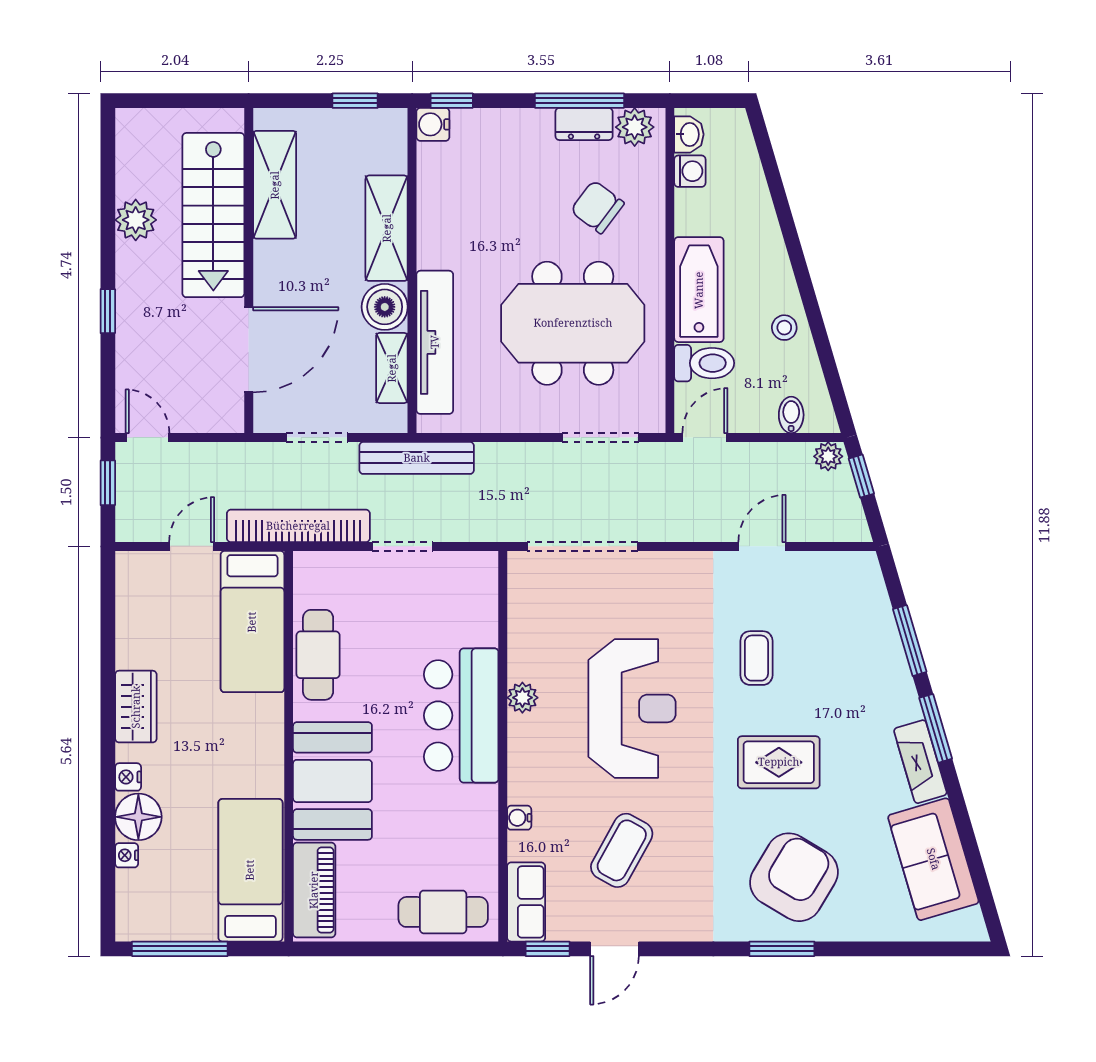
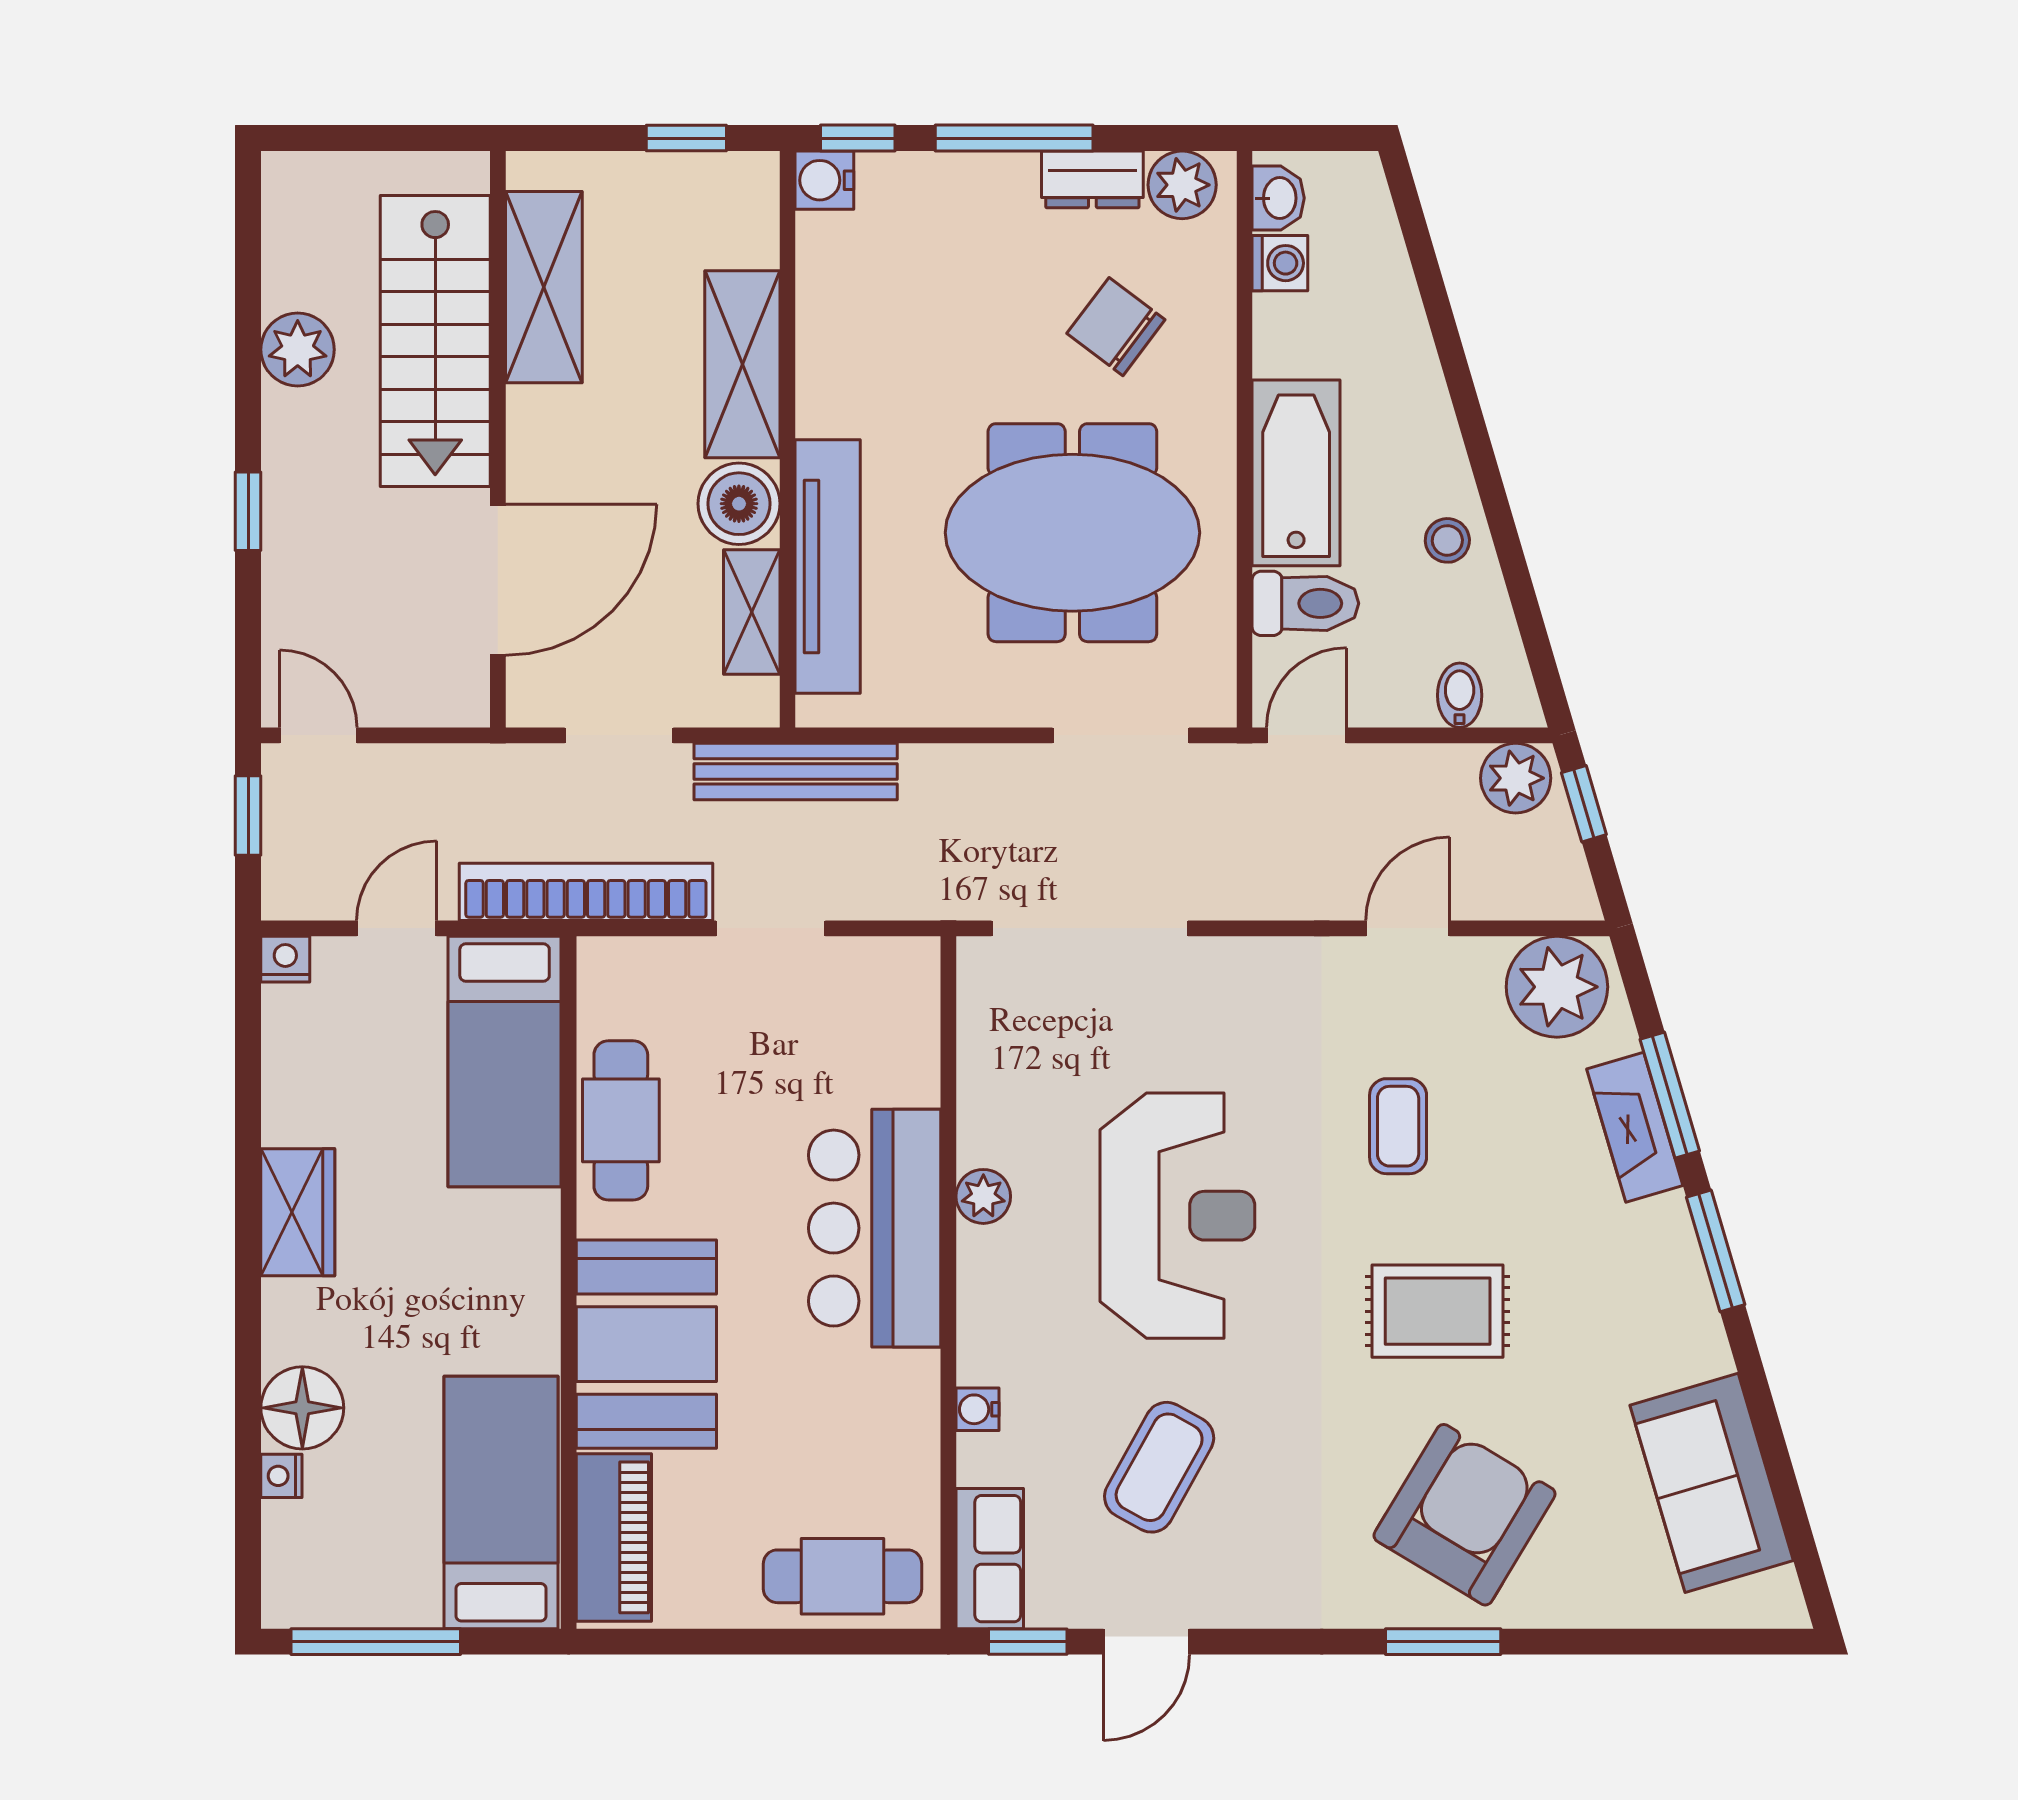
window: (580, 101) -> (1014, 138), moved
plant: (828, 456) -> (1516, 778), width x1.38, depth x1.38
plant: (846, 579) -> (1557, 987), added
fireplace: (920, 762) -> (1635, 1127), moved
nightstand: (128, 777) -> (285, 959), moved, turned 90

